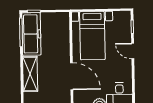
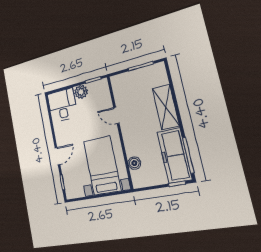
boiler: (64, 33) -> (134, 163), added
door: (133, 51) -> (57, 156), hinge flipped
door: (72, 76) -> (116, 115), width x0.53

